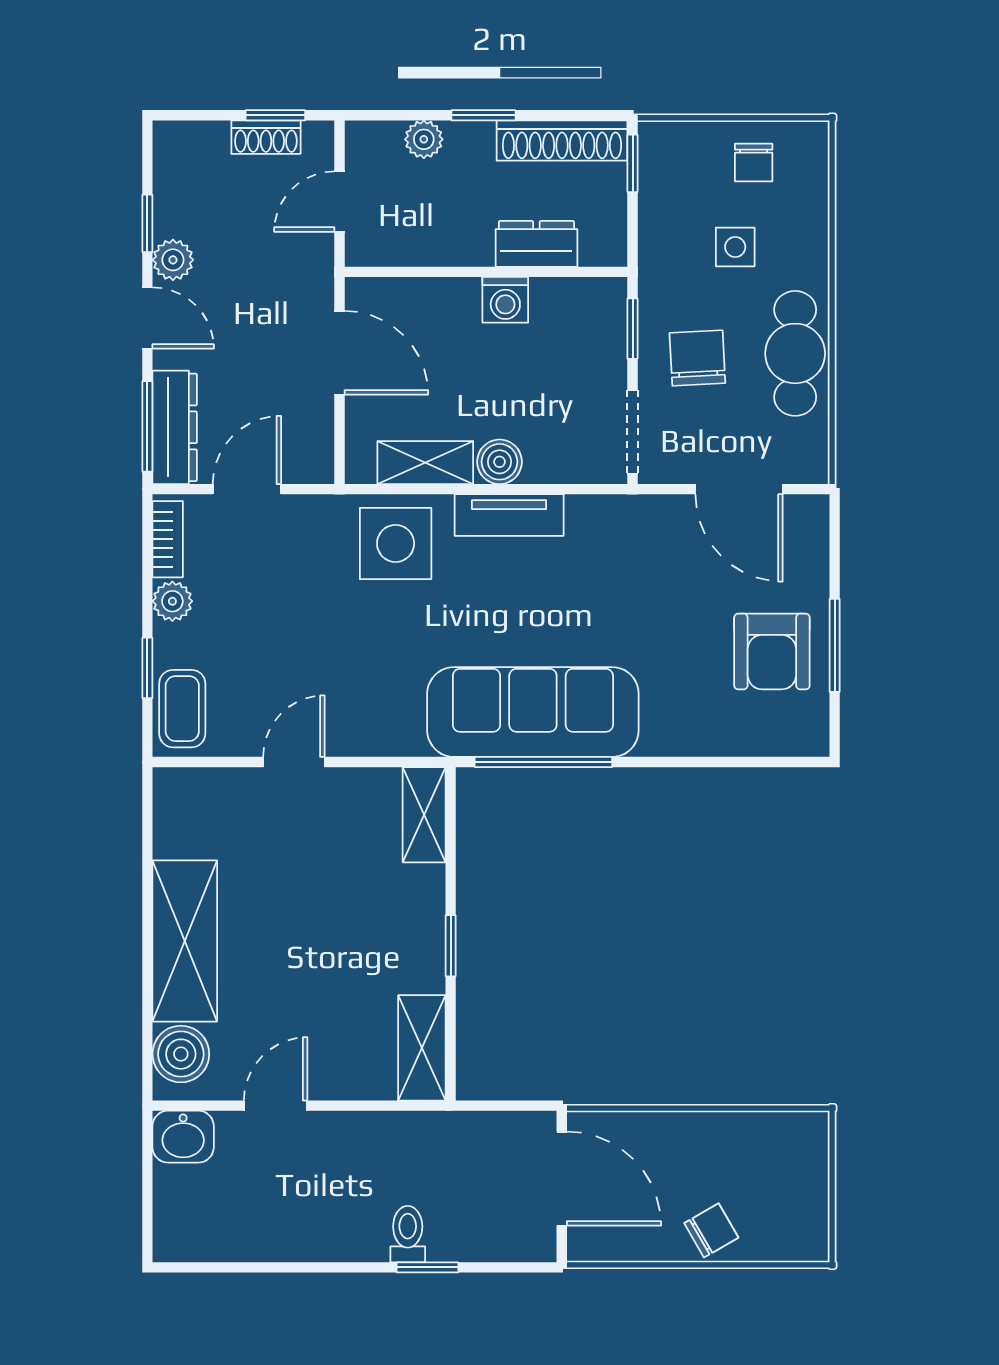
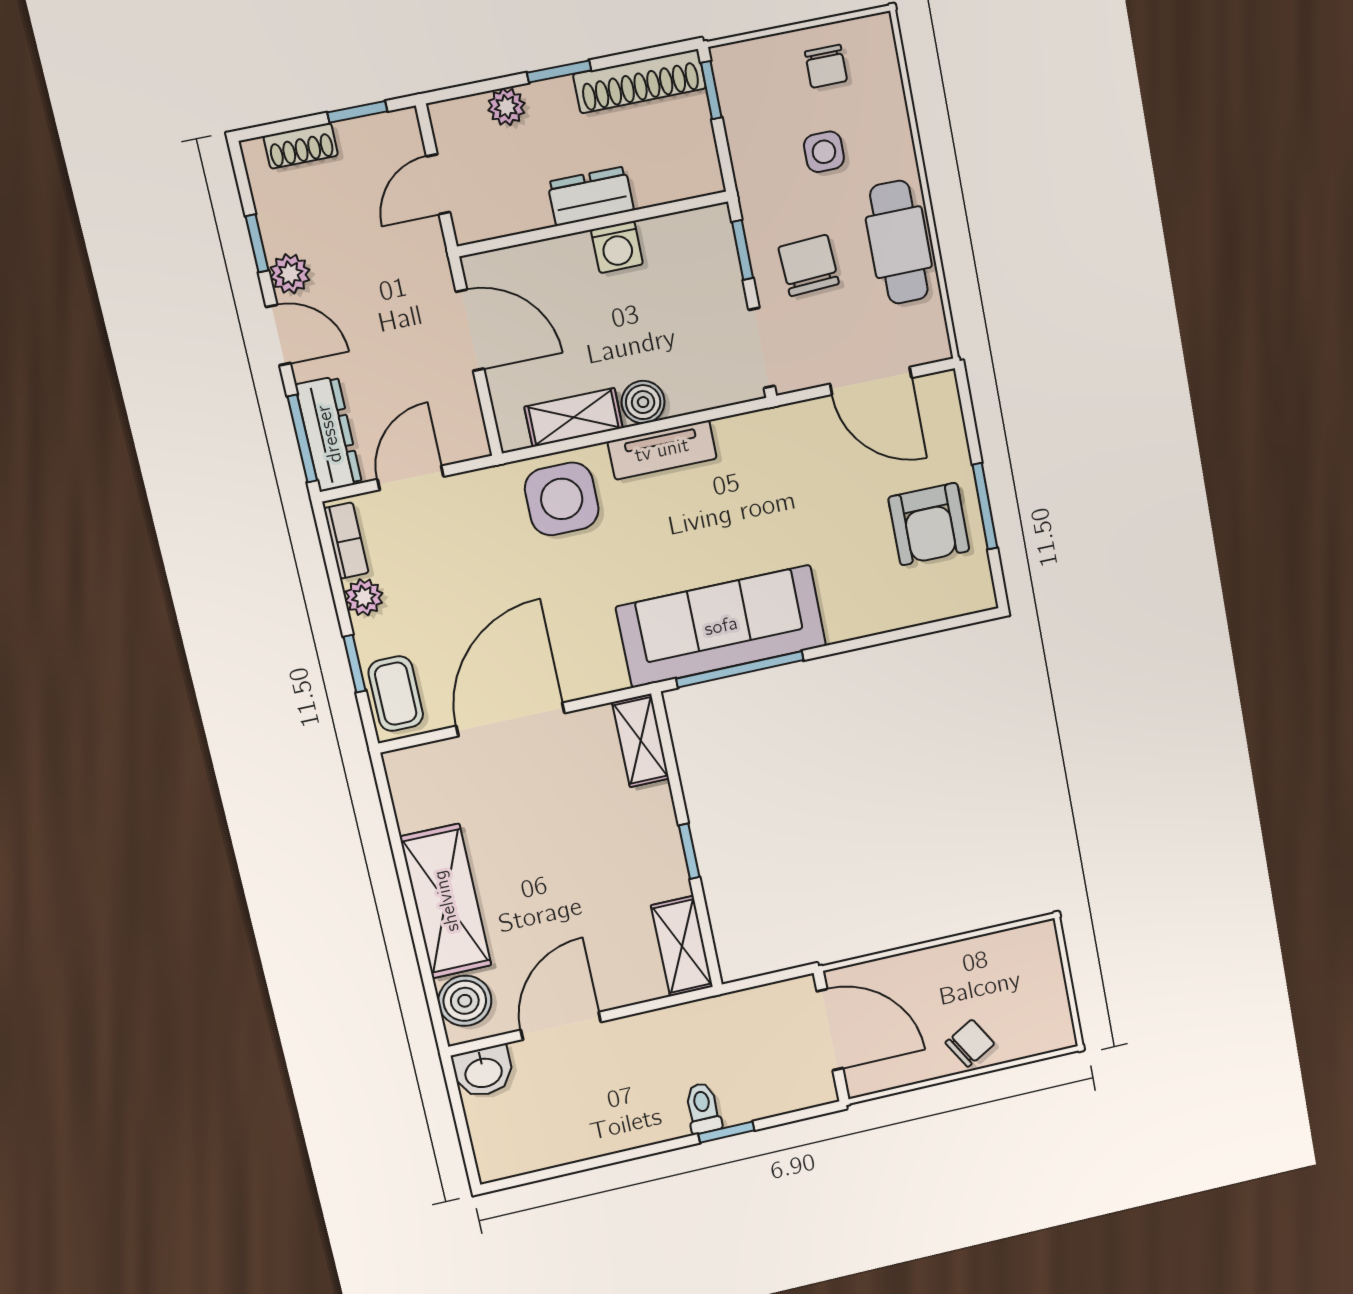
shoe rack: (266, 137) -> (301, 146), moved
dresser: (536, 244) -> (591, 196), moved
door: (294, 762) -> (510, 719), width x1.87
door: (276, 1106) -> (561, 1026), width x1.38

